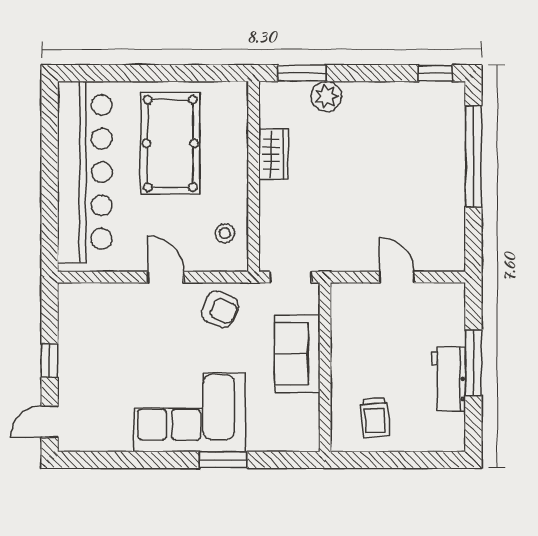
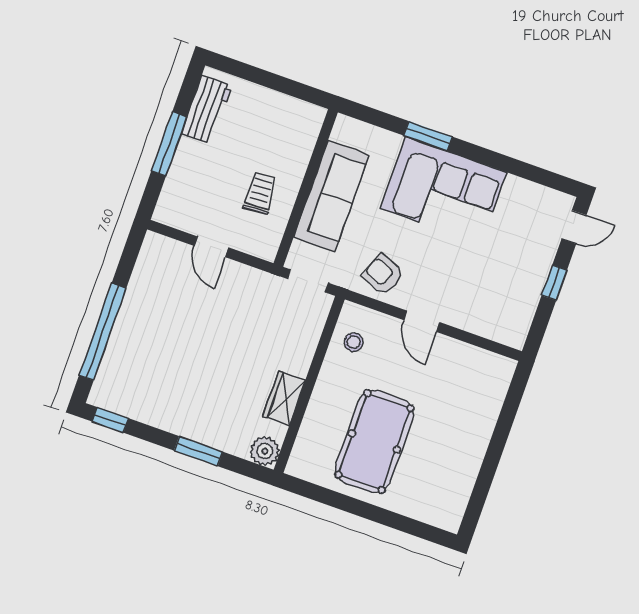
window: (302, 73) -> (198, 451), moved
plant: (326, 96) -> (265, 451), moved
bar counter: (85, 172) -> (462, 443), removed
sofa: (297, 354) -> (331, 196), width x1.36
workbench: (449, 379) -> (207, 110), moved
trolley: (375, 418) -> (260, 193), moved

